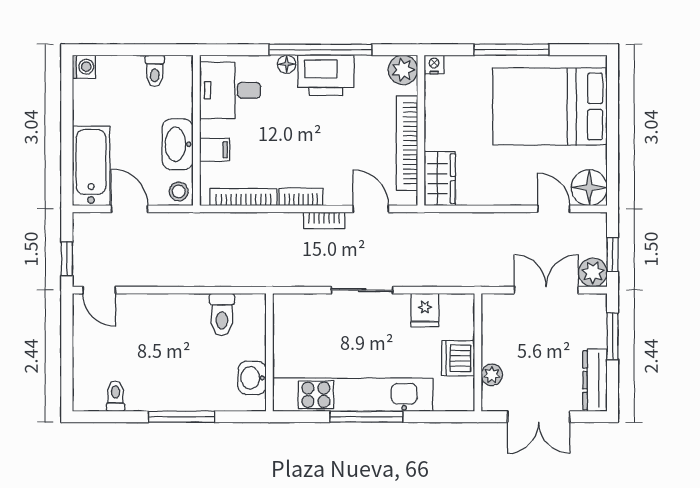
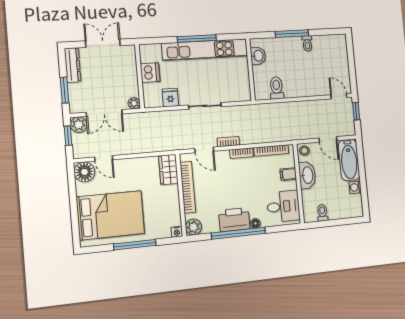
washing machine: (84, 67) -> (355, 187), moved
plant: (492, 375) -> (134, 103), moved
toilet: (116, 396) -> (307, 43), moved

